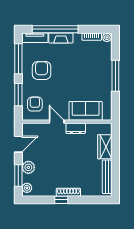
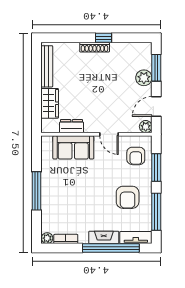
dresser: (76, 128) -> (72, 126), moved
plant: (27, 188) -> (146, 127), moved

